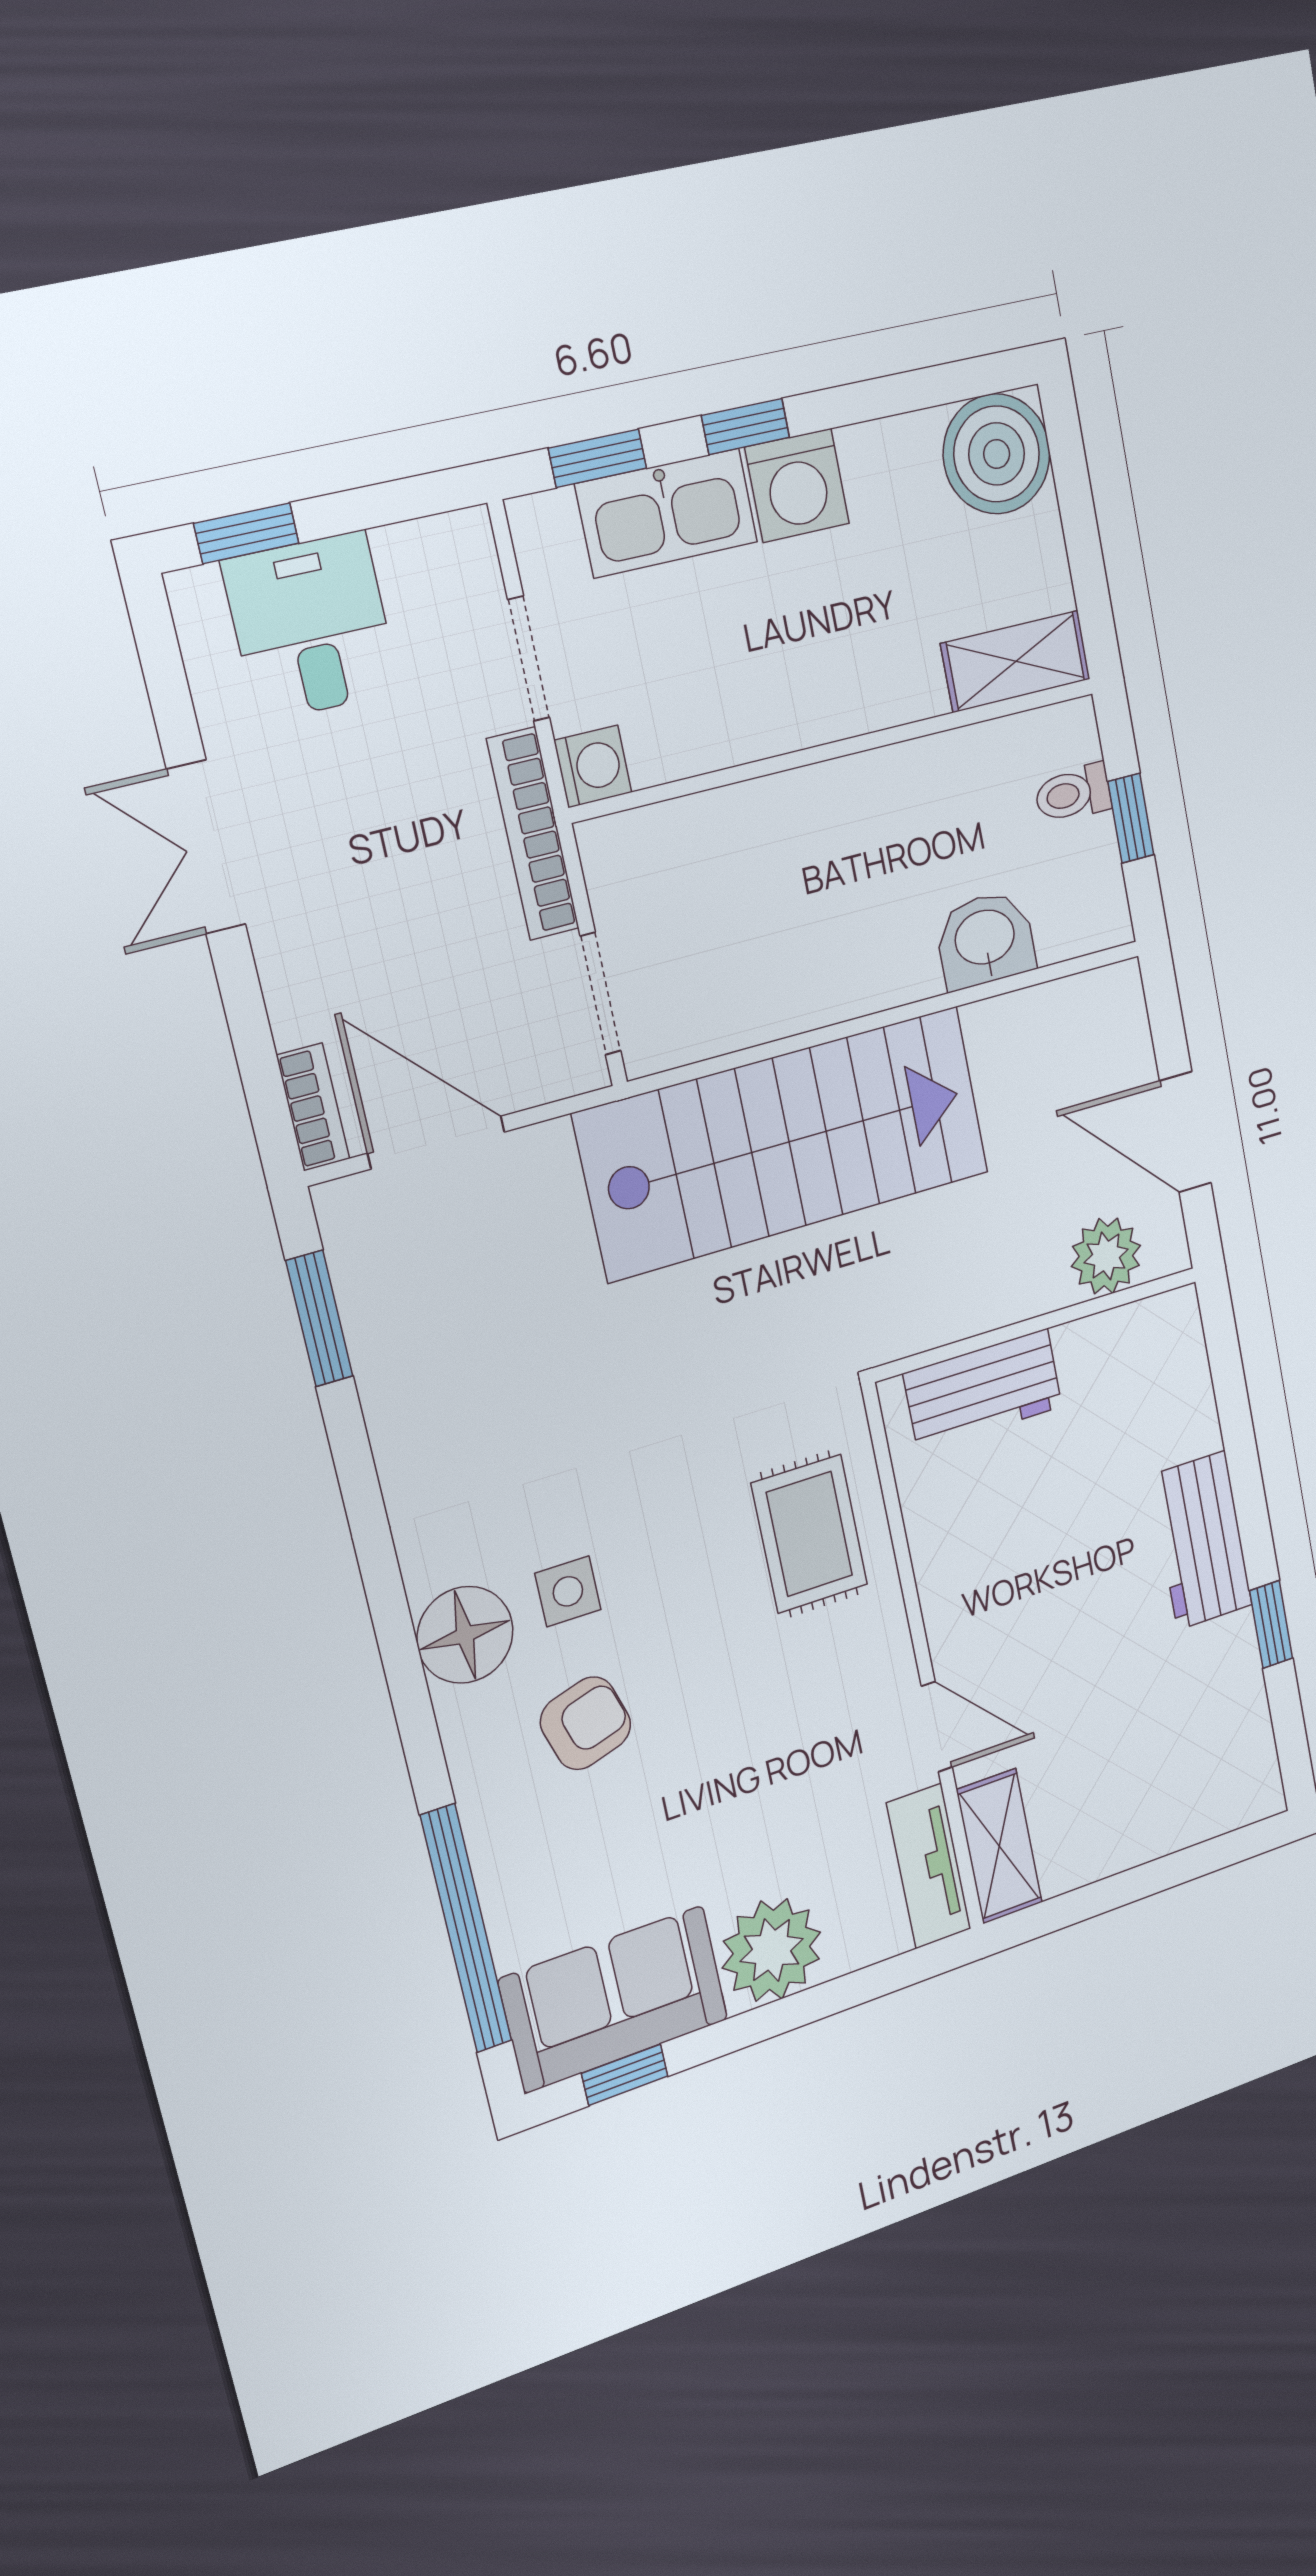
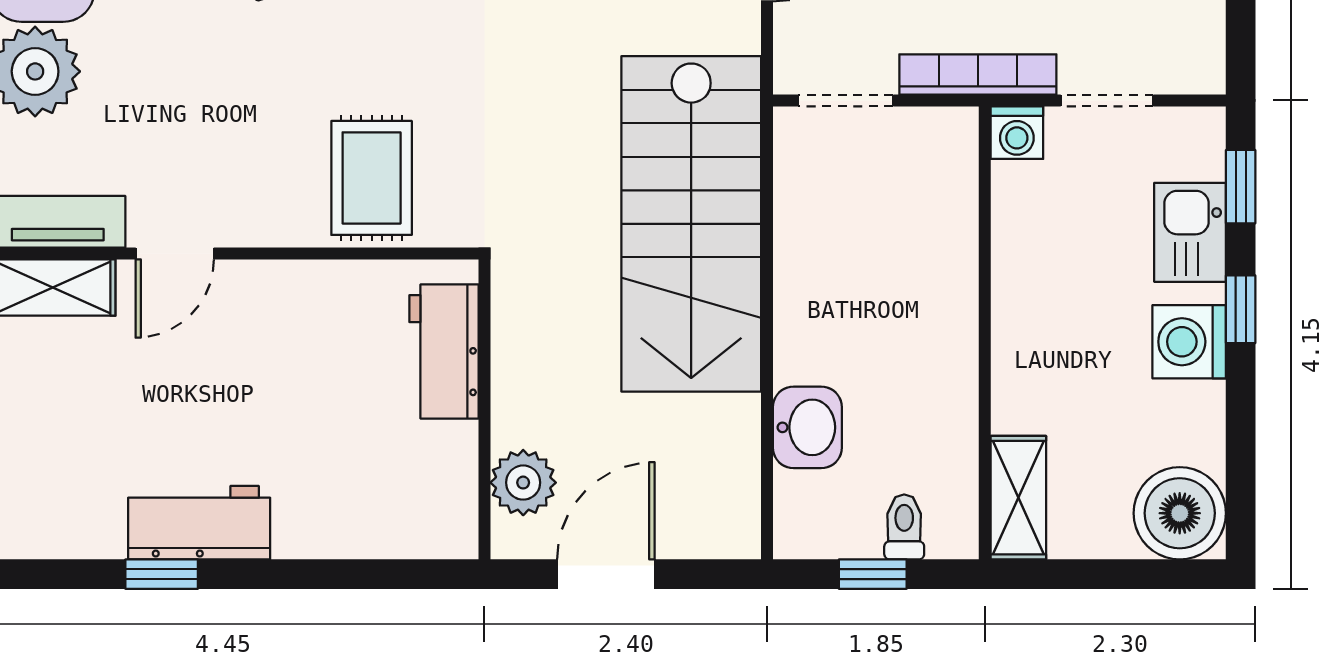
kitchen sink: (667, 513) -> (1190, 232), width x0.73
rug: (809, 1534) -> (372, 178), turned 90
workbench: (1201, 1541) -> (199, 523), moved

